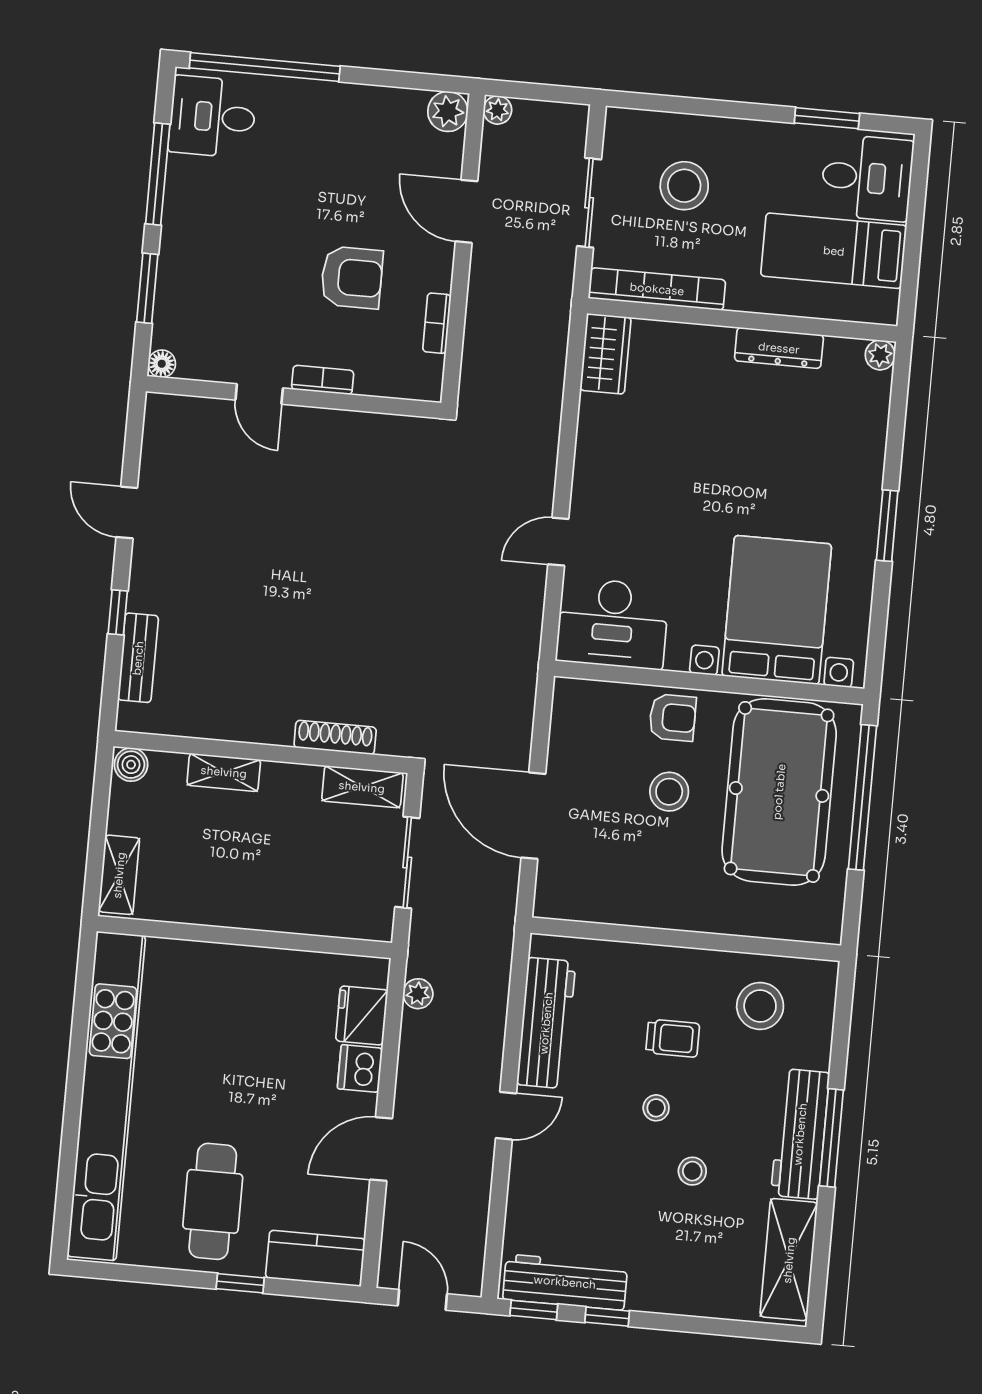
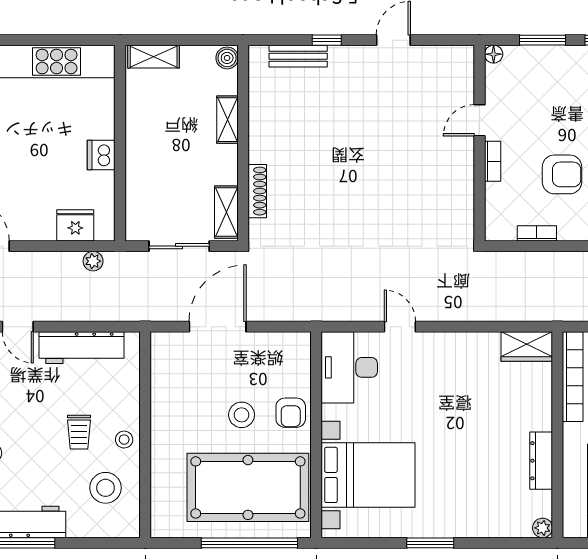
armchair: (352, 277) -> (562, 174), turned -90
dishwasher: (360, 1068) -> (101, 155), moved, turned -90
stool: (656, 1108) -> (124, 440), moved

